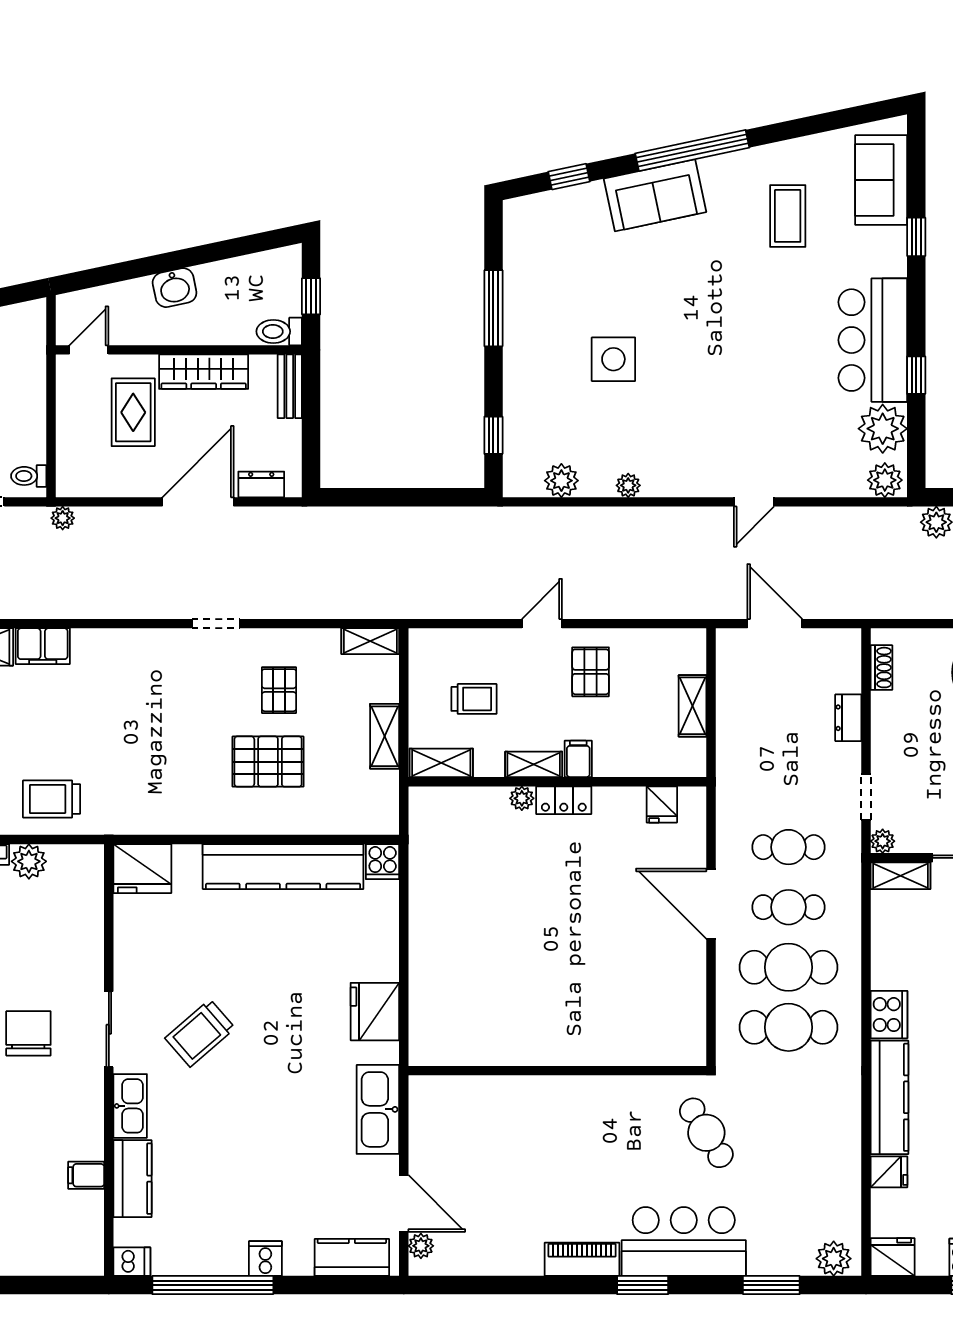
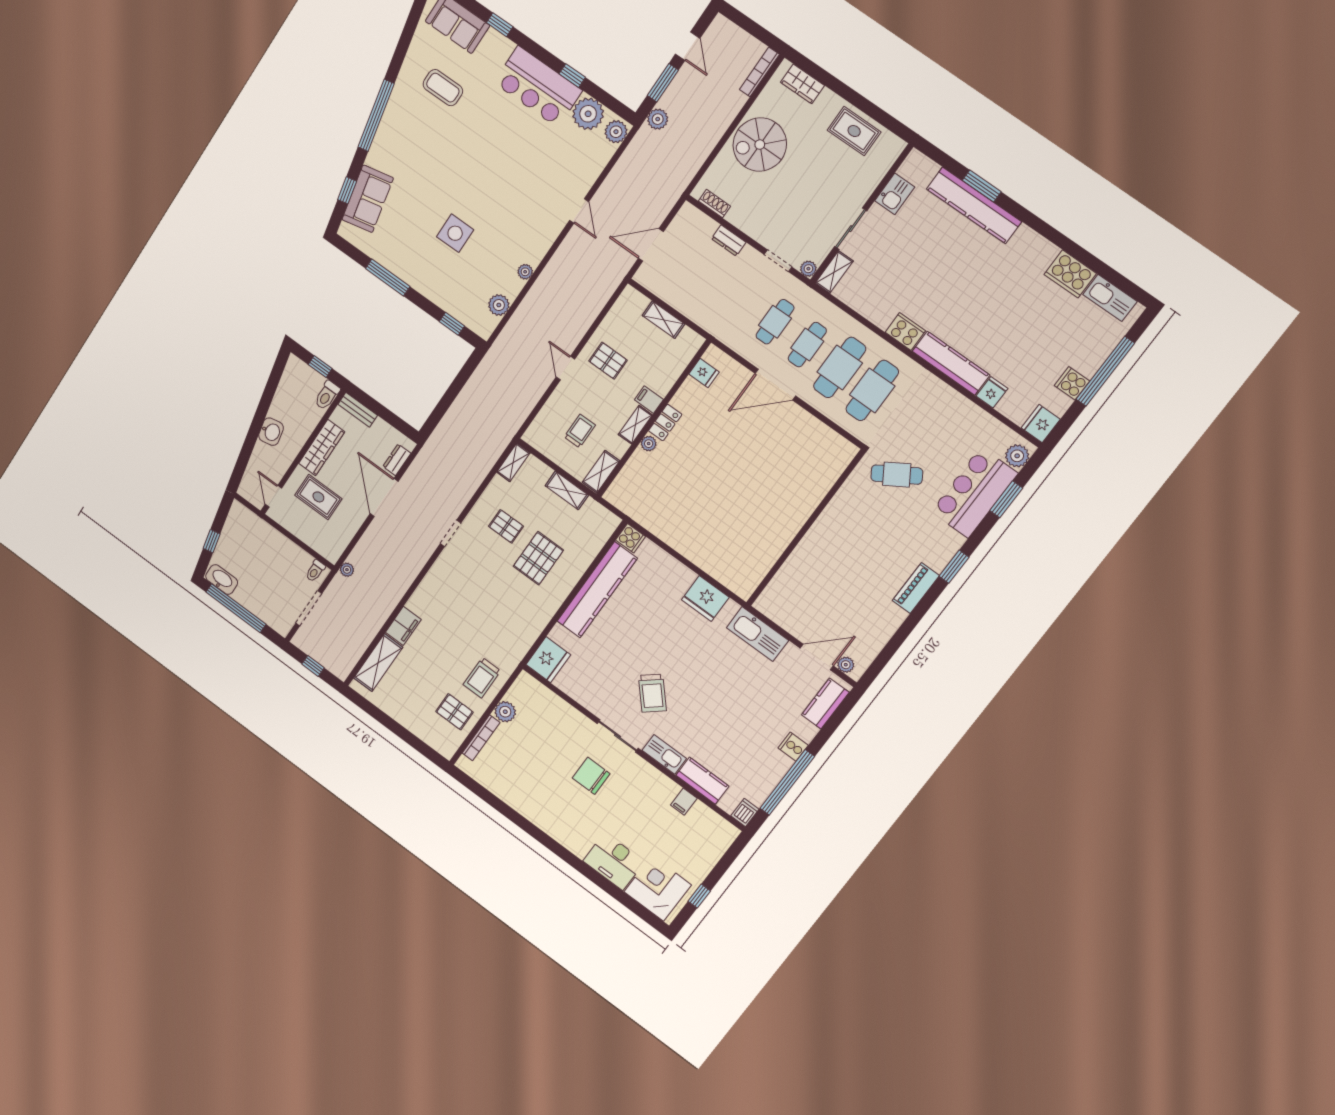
sofa: (655, 195) -> (368, 199), moved
bar counter: (684, 1241) -> (974, 493), moved

